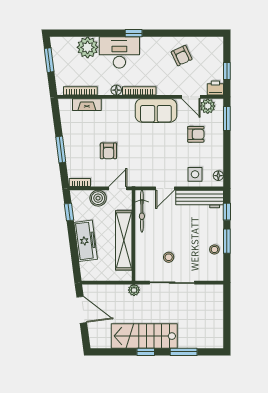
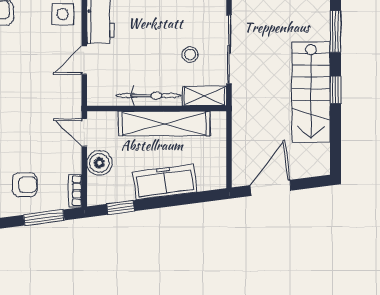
window: (61, 150) -> (44, 218), moved
armchair: (108, 151) -> (25, 185), moved
door: (165, 188) -> (84, 60), swing flipped
bicycle: (142, 211) -> (149, 96), moved
shelving: (142, 267) -> (205, 96), added
plant: (134, 290) -> (240, 108), removed

